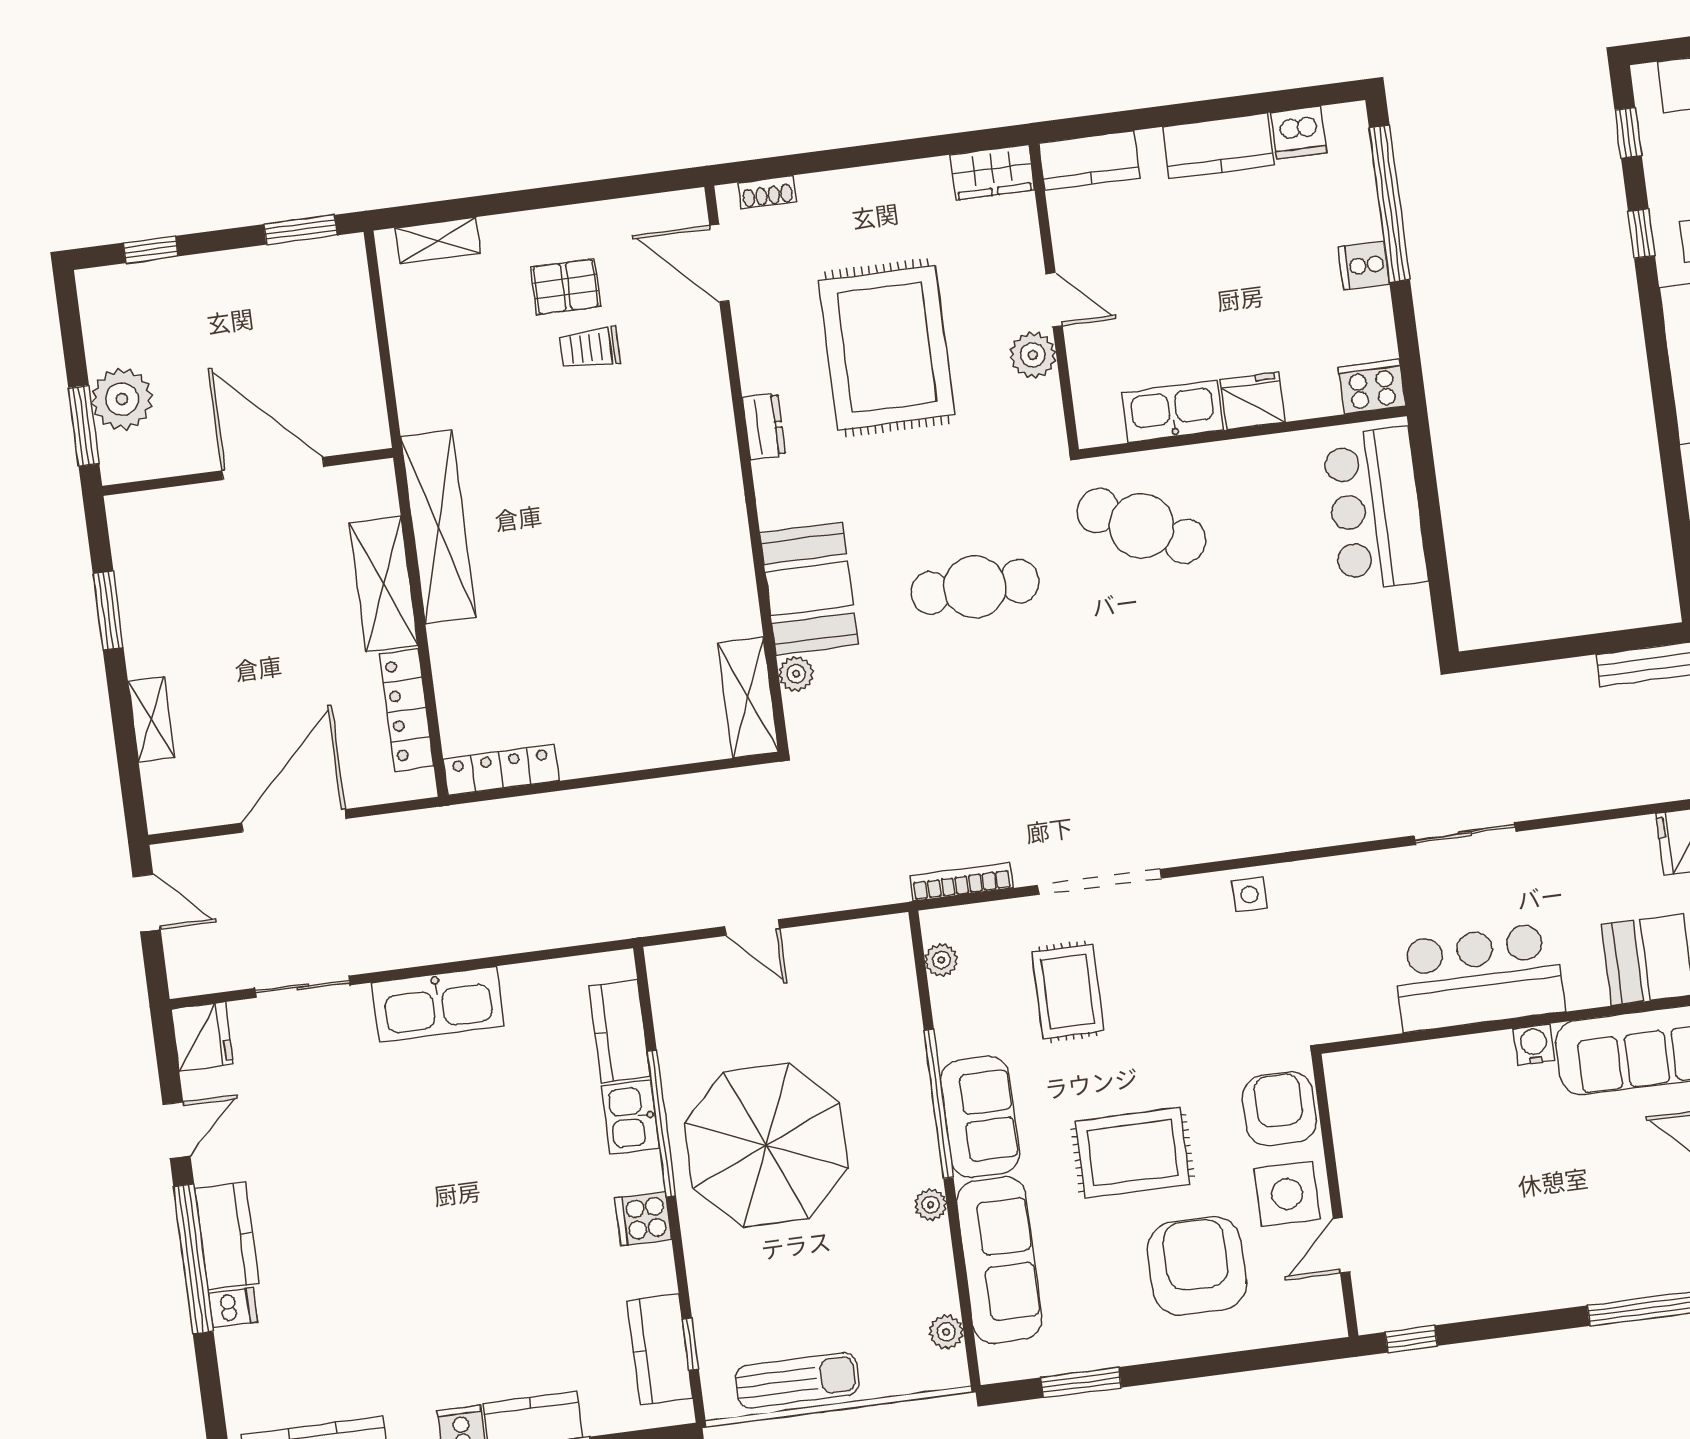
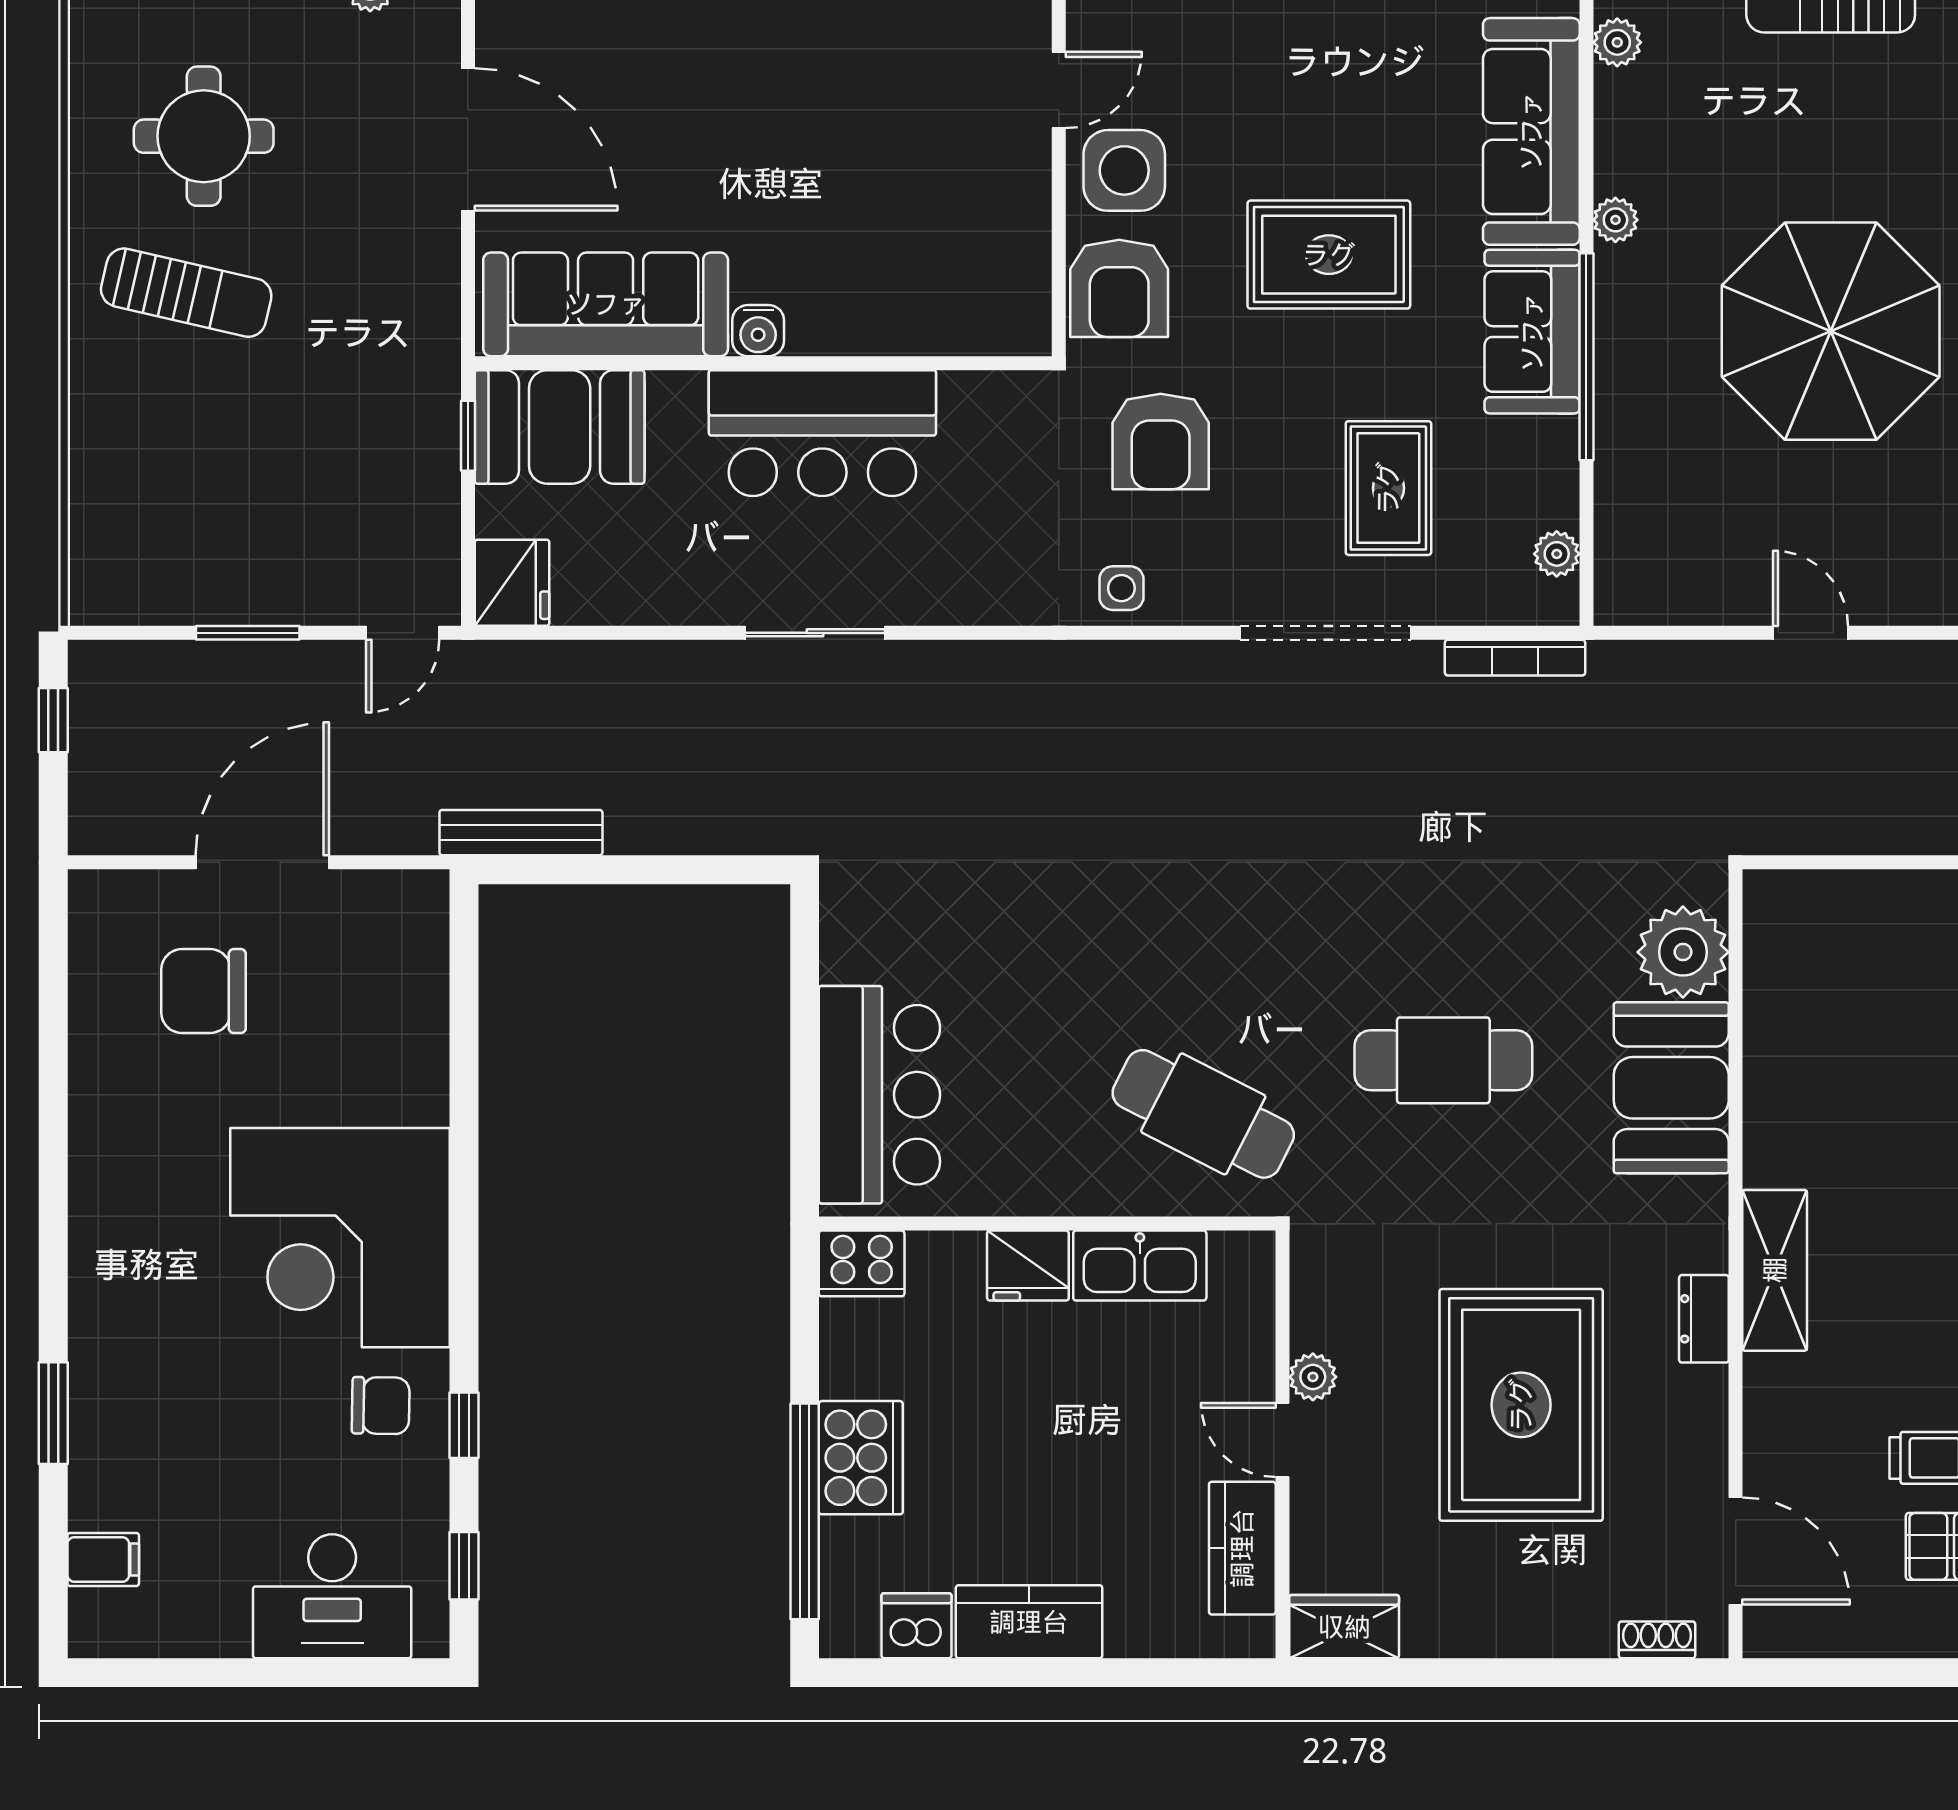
kitchen counter: (1089, 161) -> (1242, 1548), moved, turned -90
cooker: (1364, 266) -> (861, 1458), width x1.87, depth x1.31
plant: (1033, 355) -> (1313, 1377), width x0.73, depth x0.73
plant: (796, 674) -> (1683, 952), width x1.88, depth x1.88
shelving: (748, 697) -> (1775, 1270), moved
armchair: (1197, 1266) -> (1161, 442), moved, width x0.73, depth x0.73

